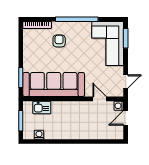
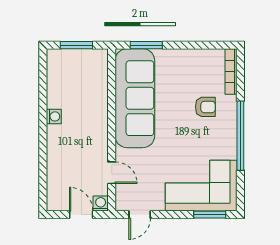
door: (126, 82) -> (140, 215), hinge flipped
door: (100, 99) -> (112, 173), hinge flipped
kitchen sink: (42, 107) -> (98, 79), removed
washing machine: (39, 135) -> (54, 116), moved

